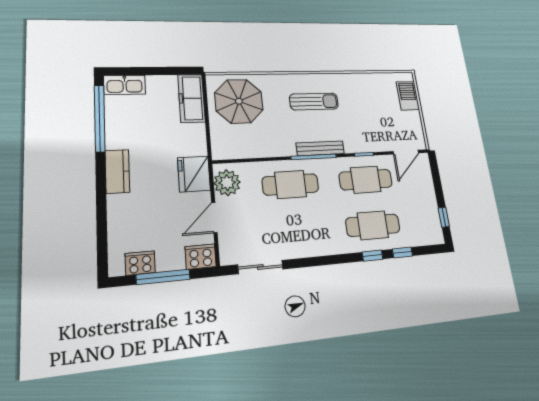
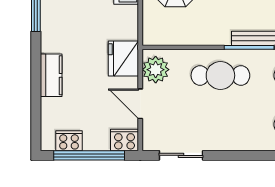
kitchen counter: (117, 171) -> (51, 75), moved
door: (214, 218) -> (140, 104), hinge flipped
window: (163, 277) -> (89, 155), width x1.46

